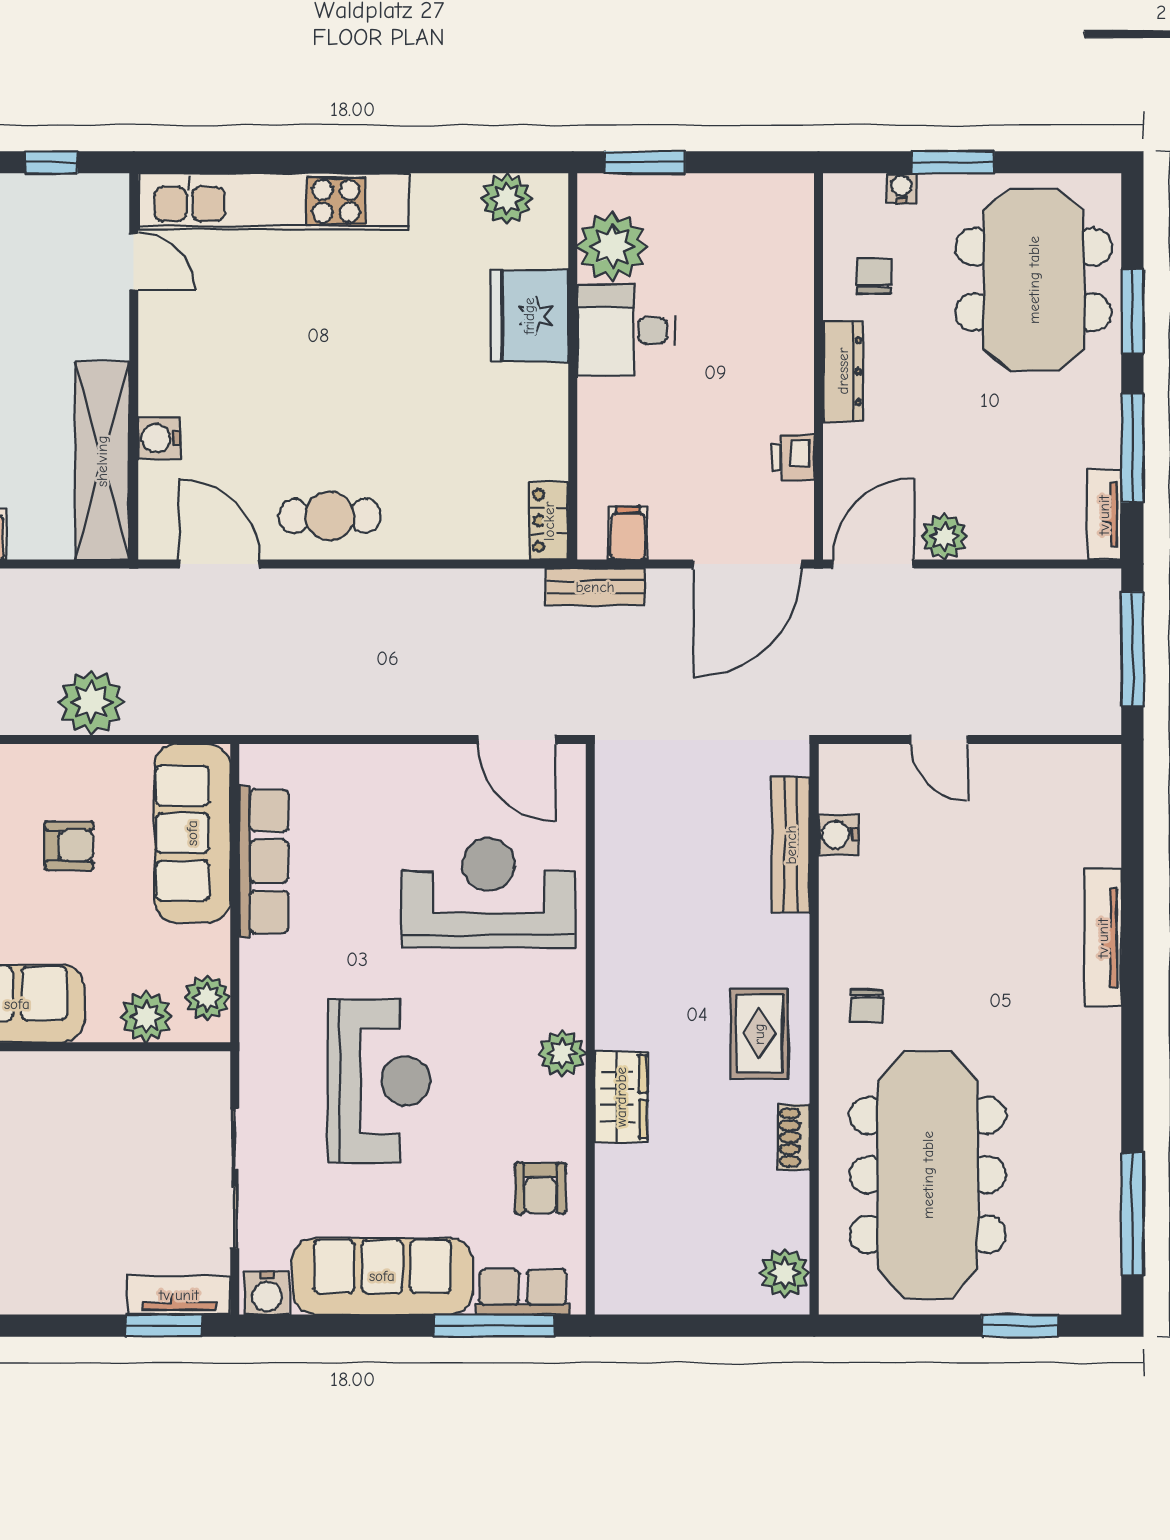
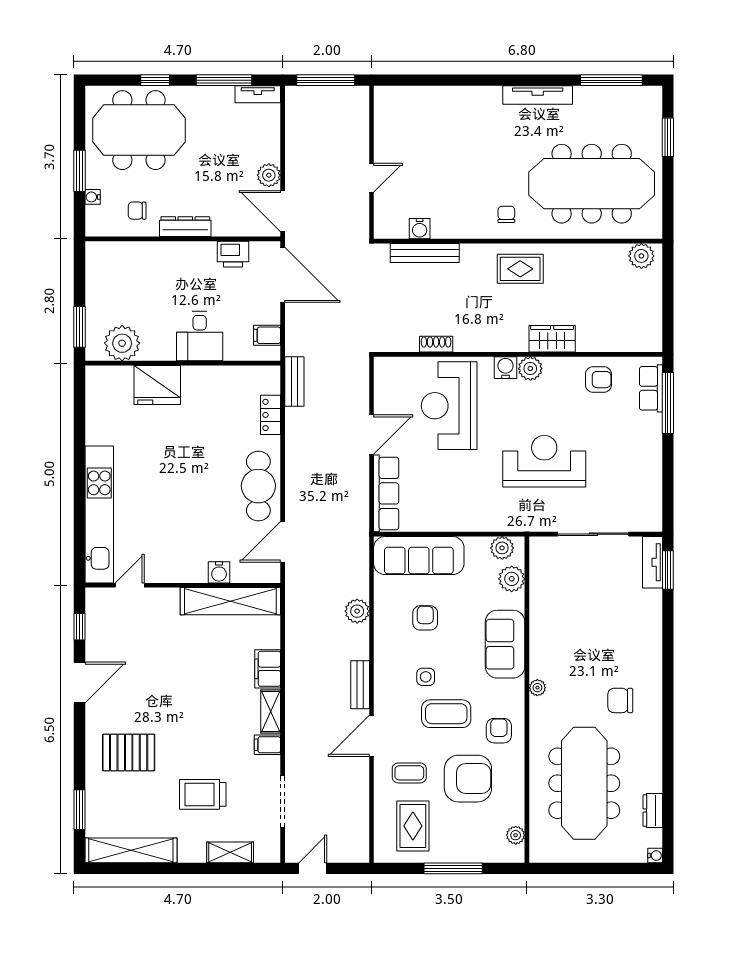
plant: (507, 199) -> (98, 397), removed
window: (1132, 312) -> (155, 80), width x0.67
desk: (626, 331) -> (200, 336), moved
printer: (793, 457) -> (233, 254), width x1.36, depth x1.24
cafe table: (330, 516) -> (258, 486), width x1.37, depth x1.35
locker: (549, 521) -> (271, 415), moved, turned 90
bench: (595, 587) -> (294, 381), moved
plant: (91, 702) -> (357, 611), width x0.73, depth x0.73
door: (517, 740) -> (372, 434), moved
row of seats: (264, 861) -> (386, 493), moved, turned 90
tv unit: (1103, 938) -> (538, 95), moved
chair: (867, 1006) -> (506, 214), turned -90
shoe rack: (794, 1137) -> (436, 344), moved, turned 180
sofa: (382, 1276) -> (643, 459), removed
water cooler: (267, 1293) -> (505, 368), moved, turned -90

